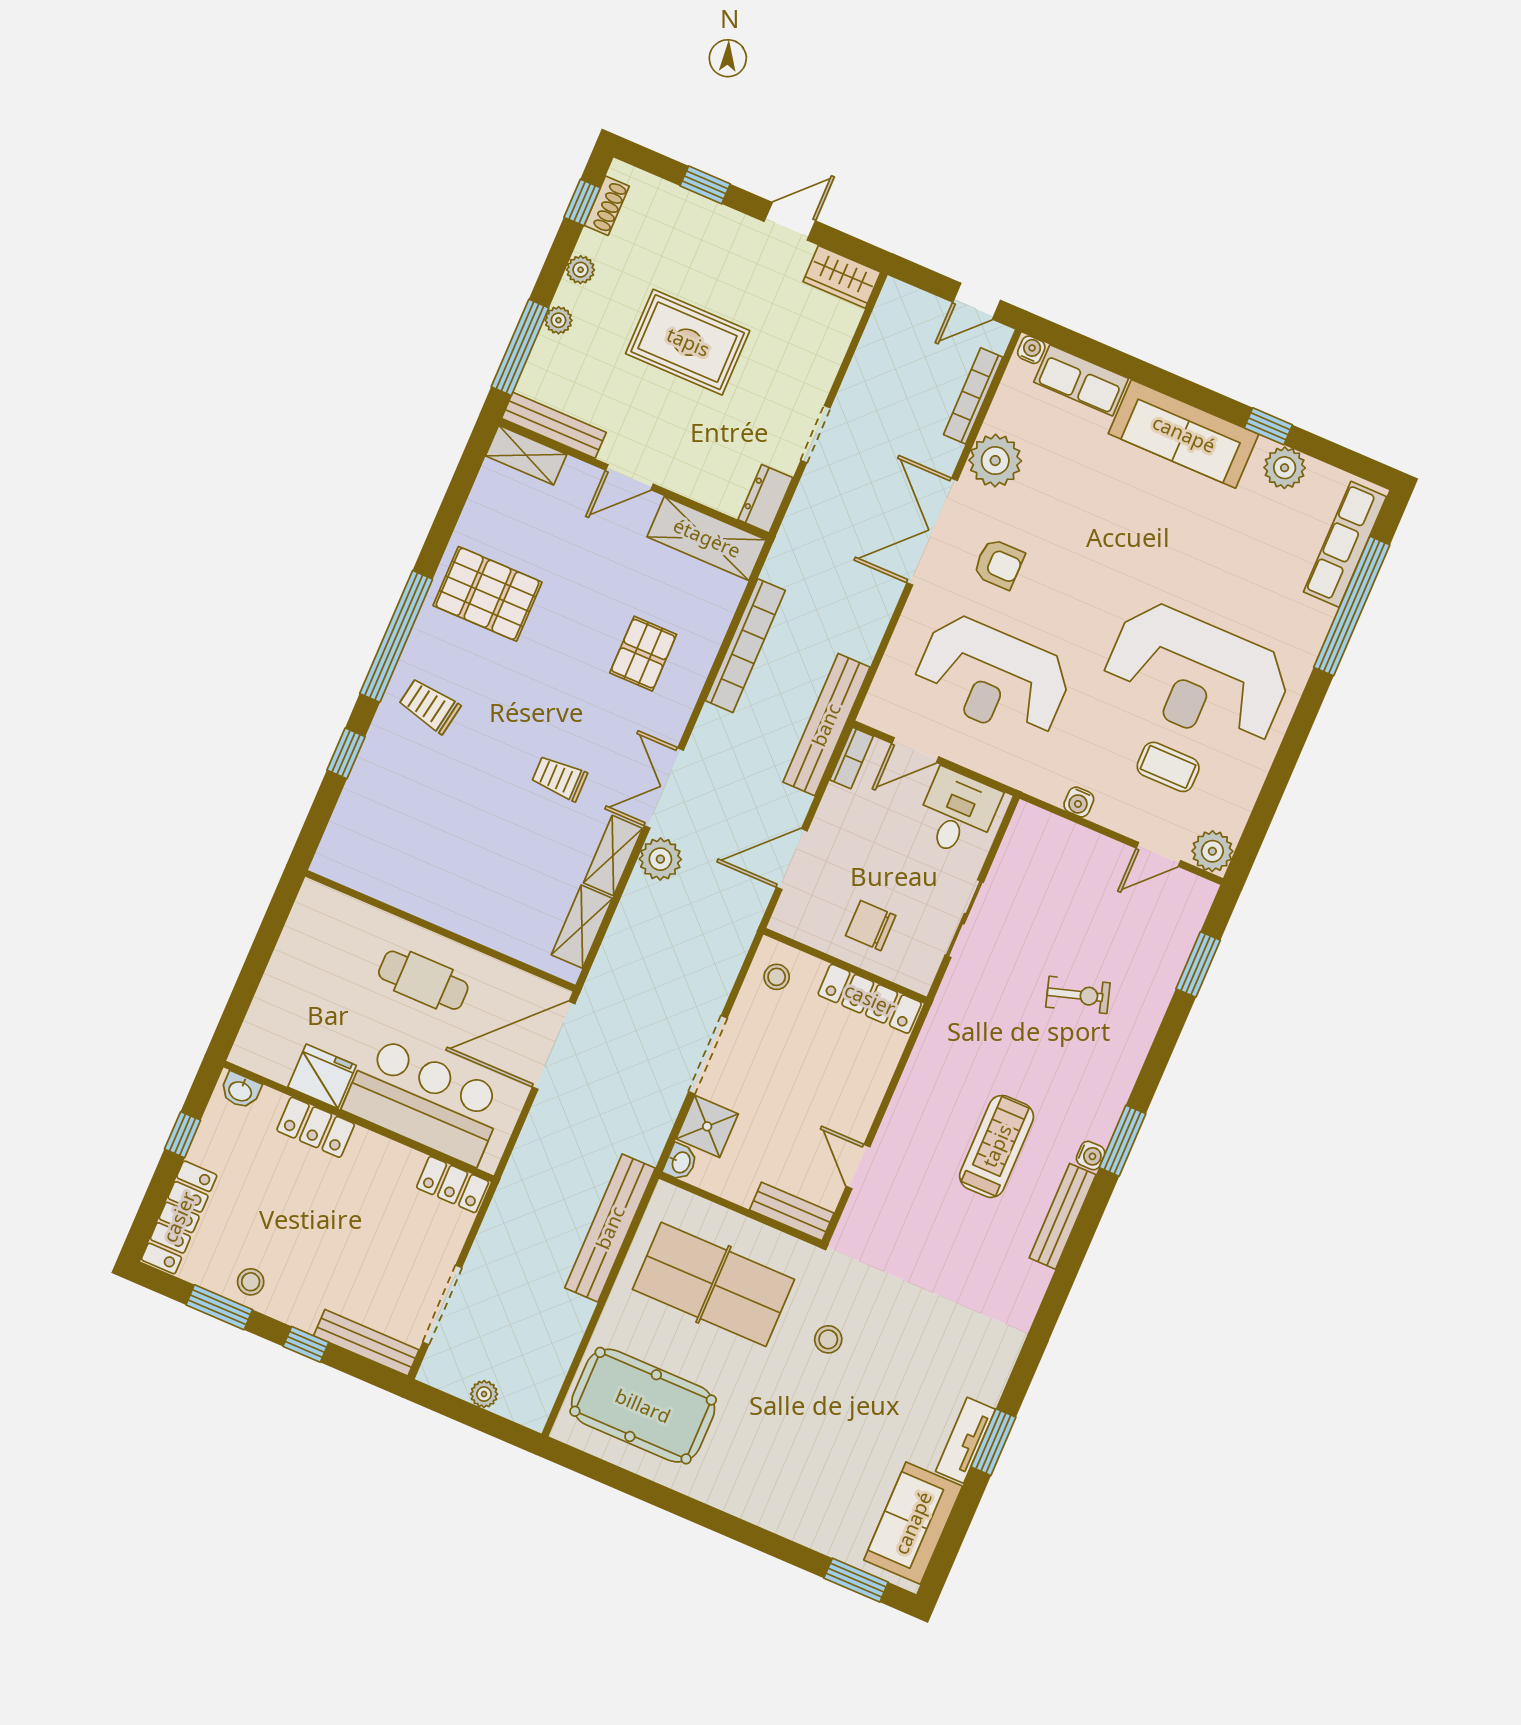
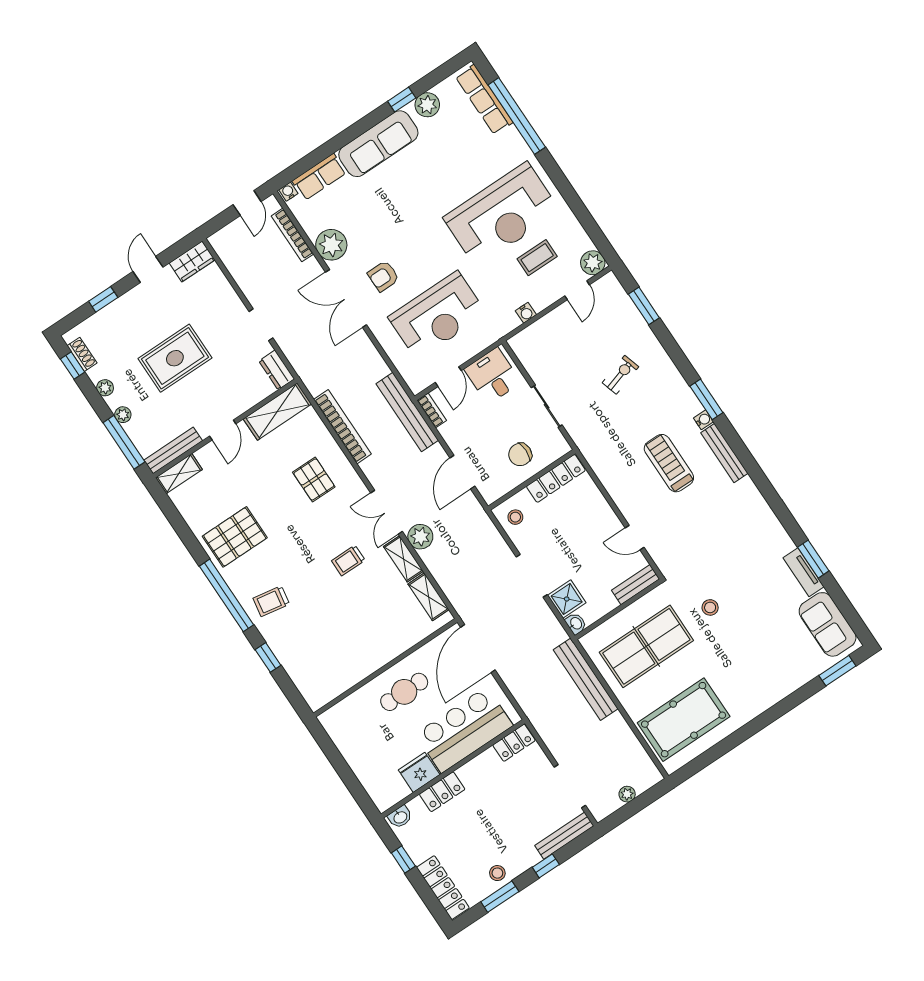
armchair: (999, 564) -> (383, 276), turned 180

